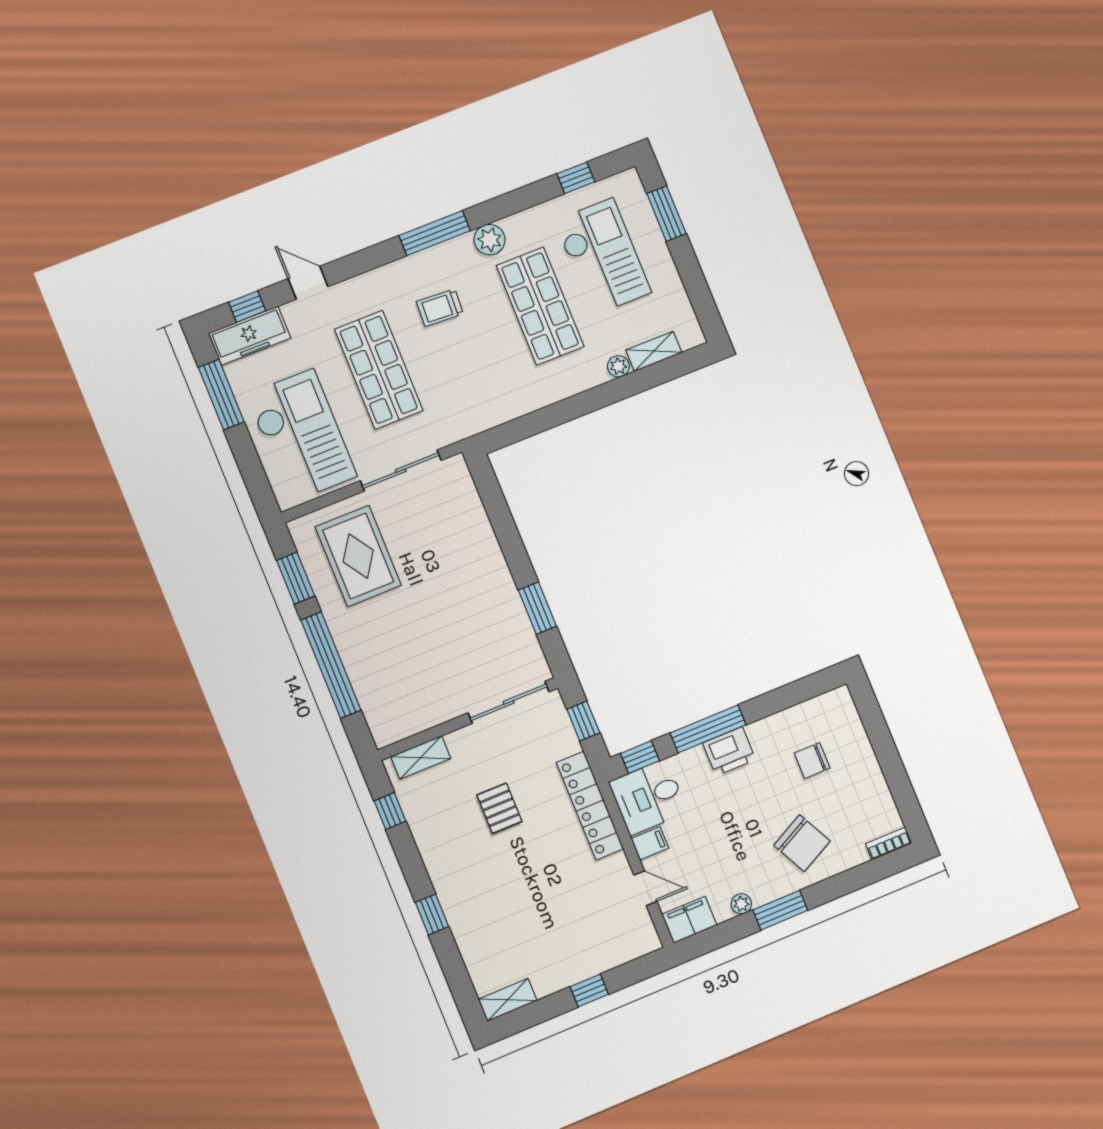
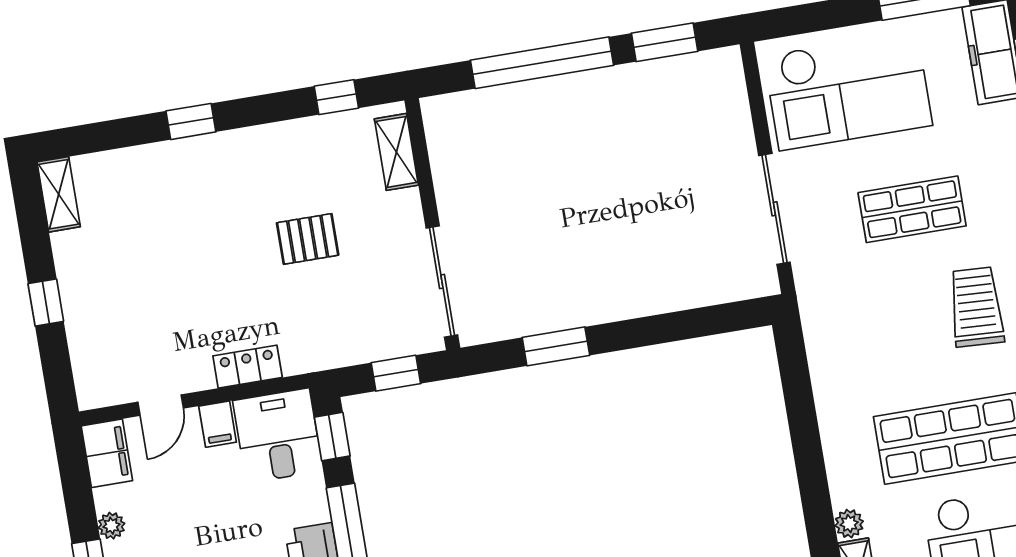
trolley: (440, 308) -> (976, 307), width x1.36, depth x1.39
shop shelf: (379, 370) -> (912, 209), width x0.70, depth x0.74
rug: (358, 556) -> (675, 129), removed
locker: (590, 806) -> (248, 367), width x0.46, depth x0.83

